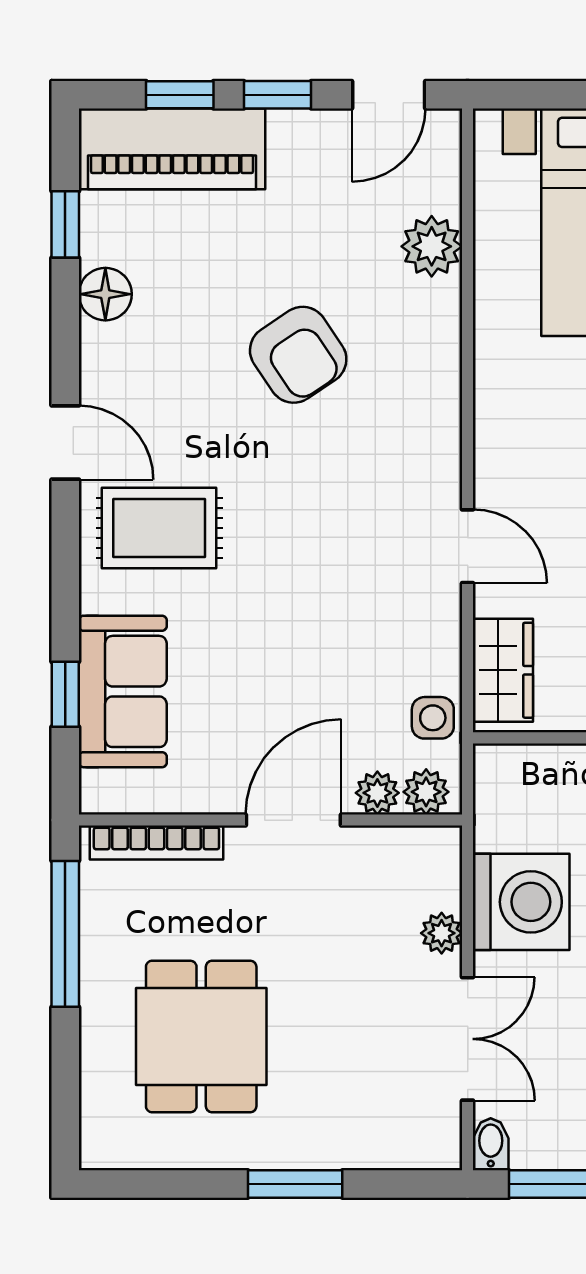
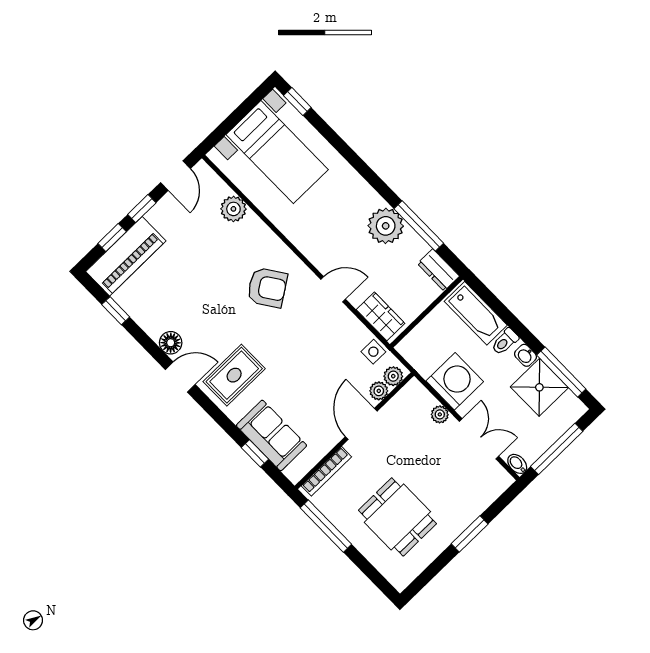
floor lamp: (105, 294) -> (171, 343), moved
armchair: (298, 355) -> (267, 288), moved

